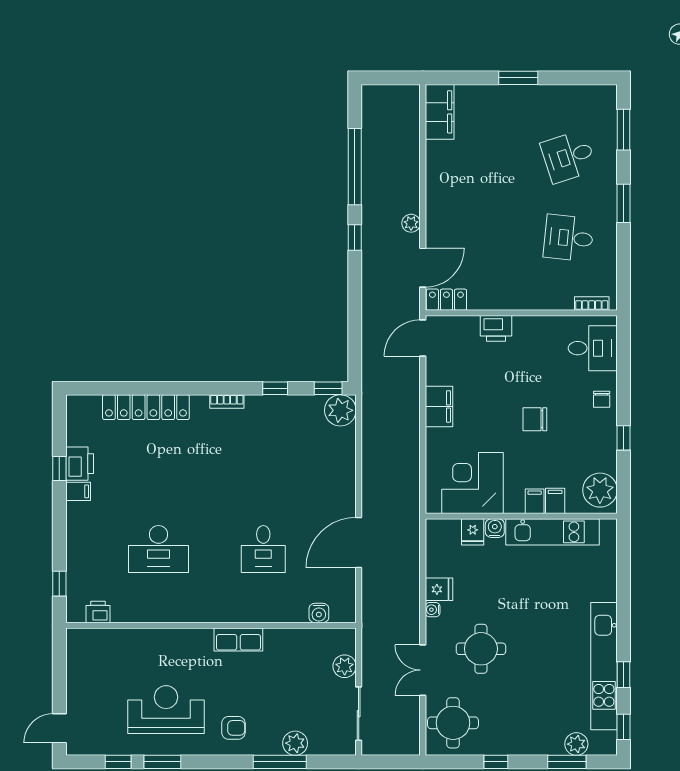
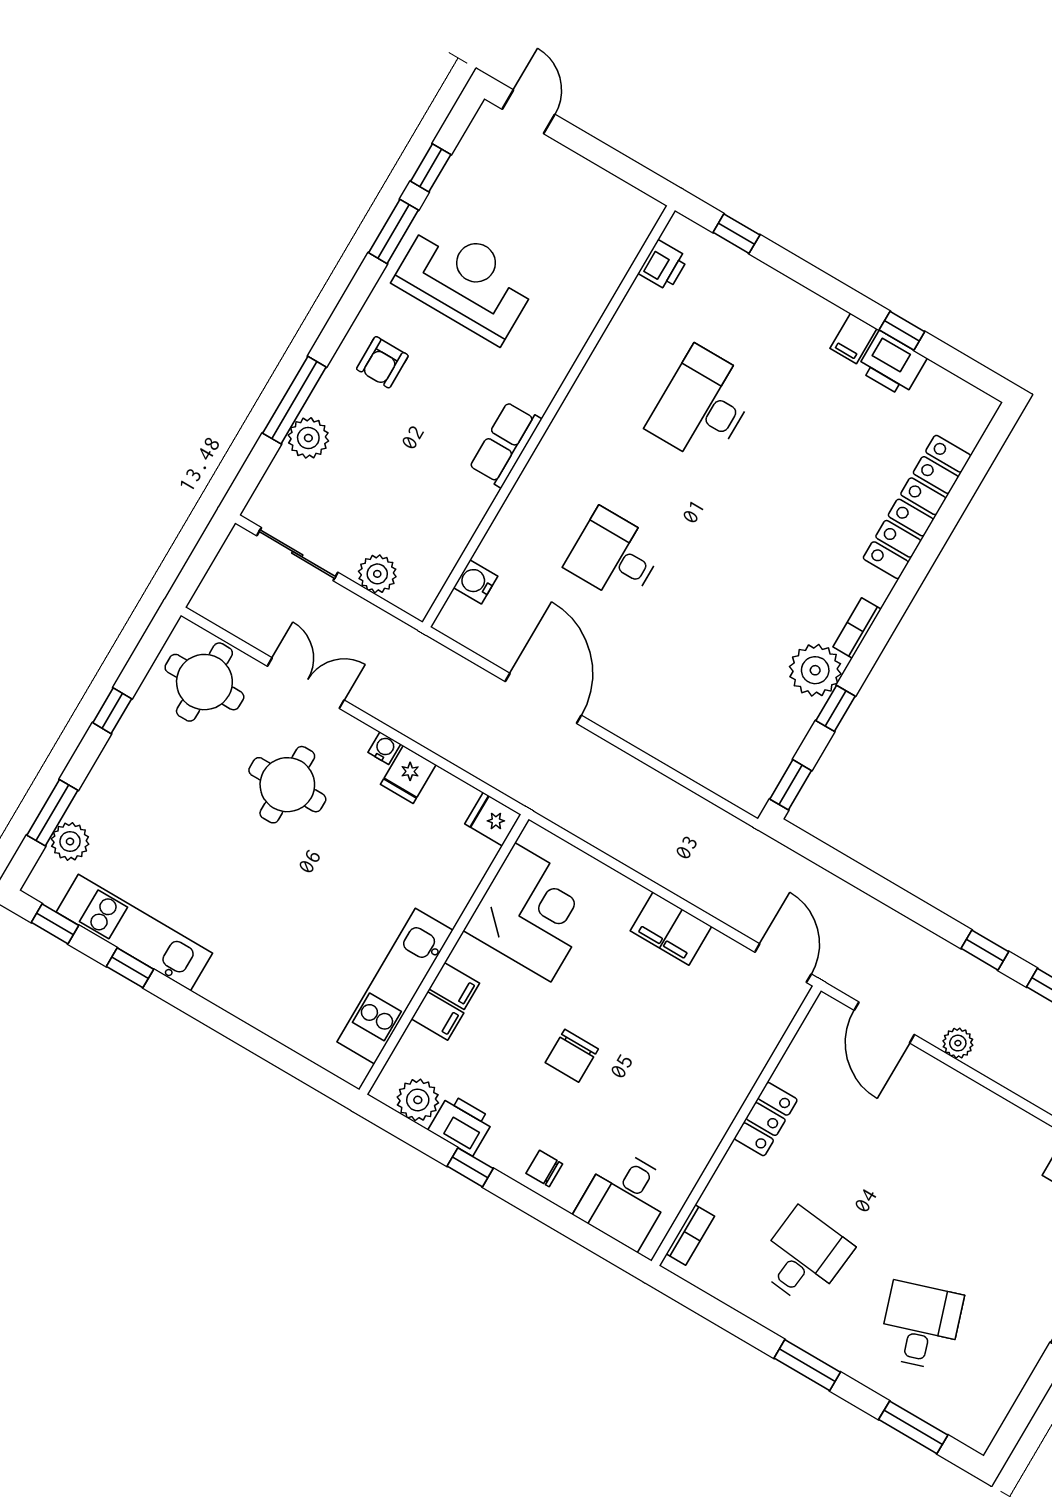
locker: (446, 300) -> (766, 1119), moved
printer: (496, 328) -> (461, 1125), moved, turned 90
plant: (340, 410) -> (815, 670), moved
chair: (535, 419) -> (572, 1056), turned 180
plant: (600, 490) -> (418, 1100), width x0.73, depth x0.73
water cooler: (495, 528) -> (449, 906), removed
fridge: (473, 532) -> (493, 819), moved
kitchen unit: (604, 666) -> (134, 933), width x0.73
reception desk: (166, 710) -> (466, 281), turned -90

